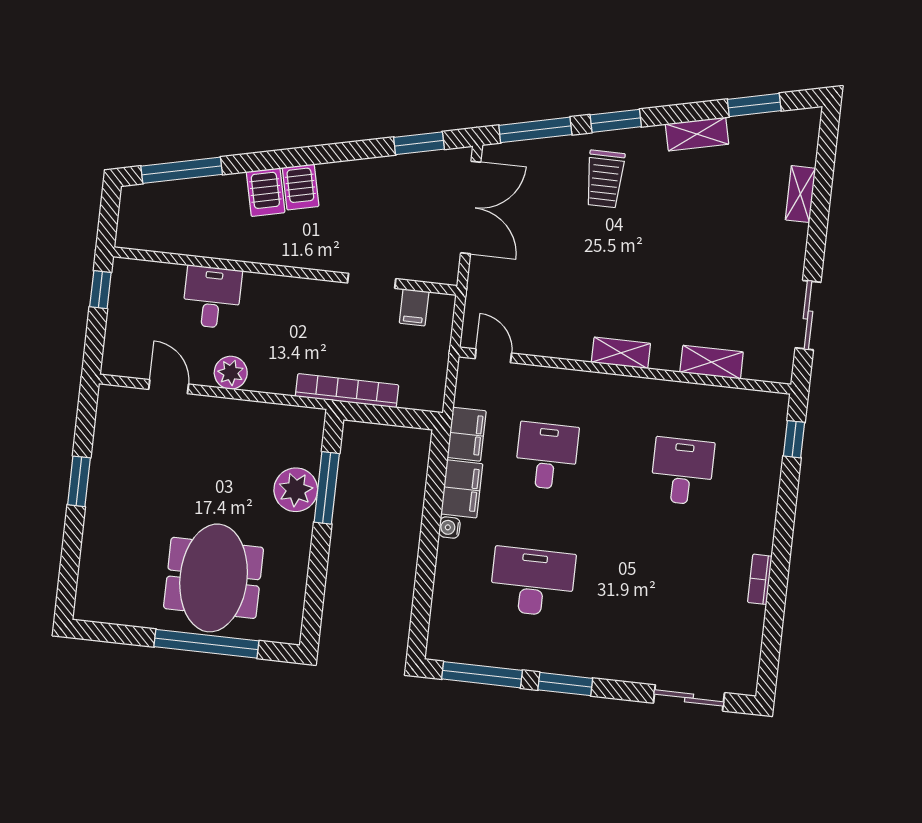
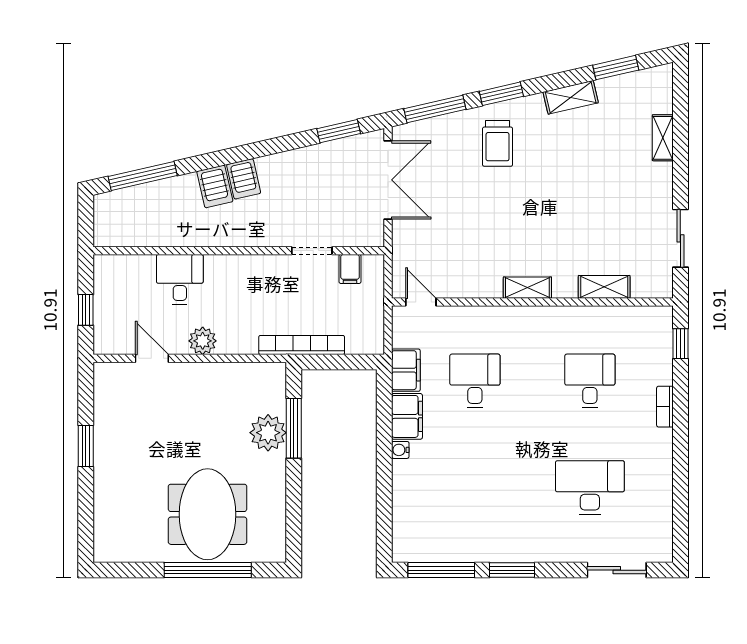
window: (100, 290) -> (86, 310), moved
bookcase: (760, 579) -> (665, 407), moved
desk: (533, 582) -> (590, 488), moved

